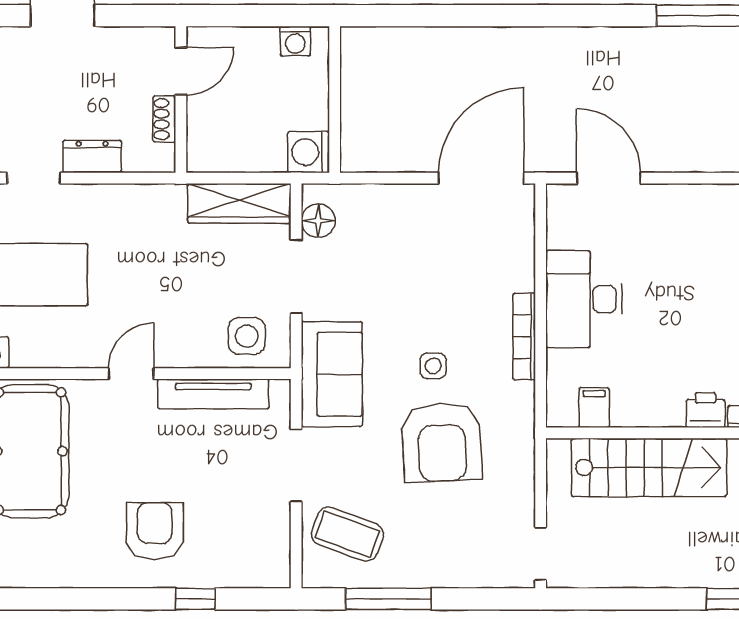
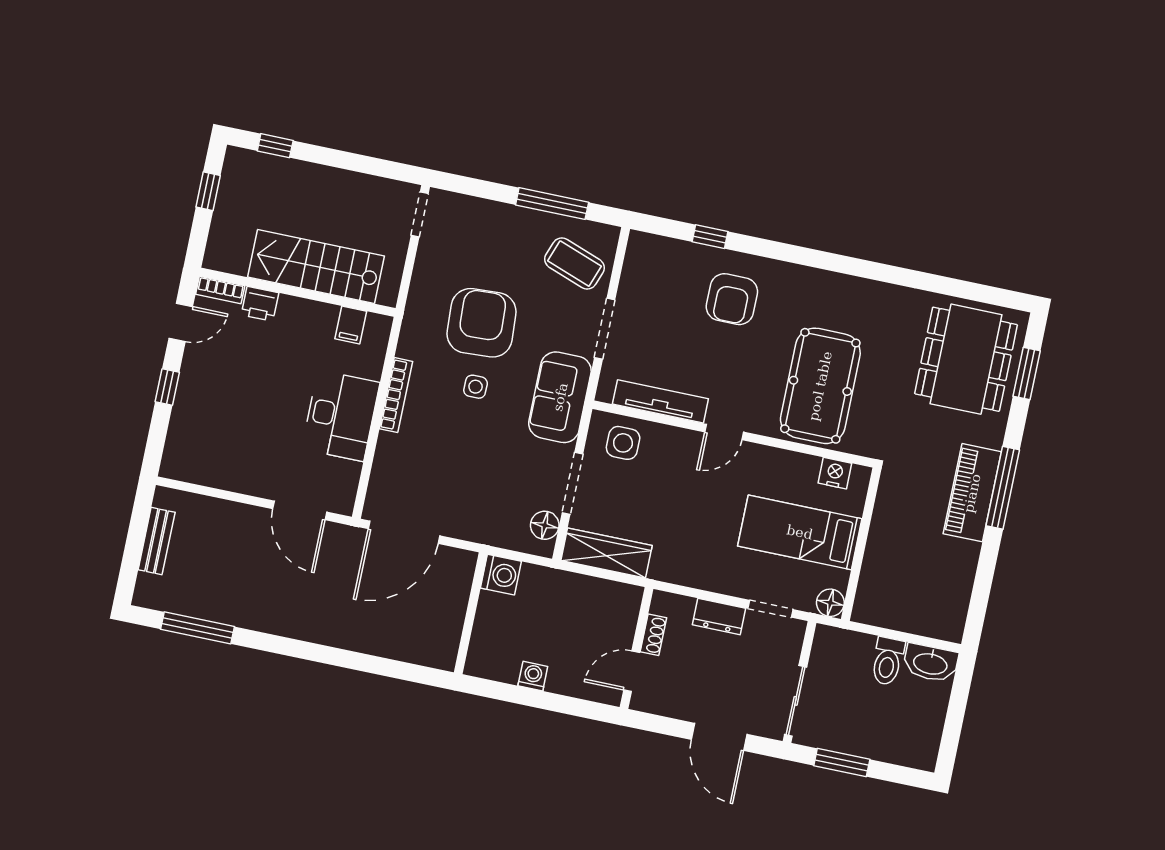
wall: (335, 100) -> (471, 613), moved
washing machine: (309, 152) -> (501, 575), moved

